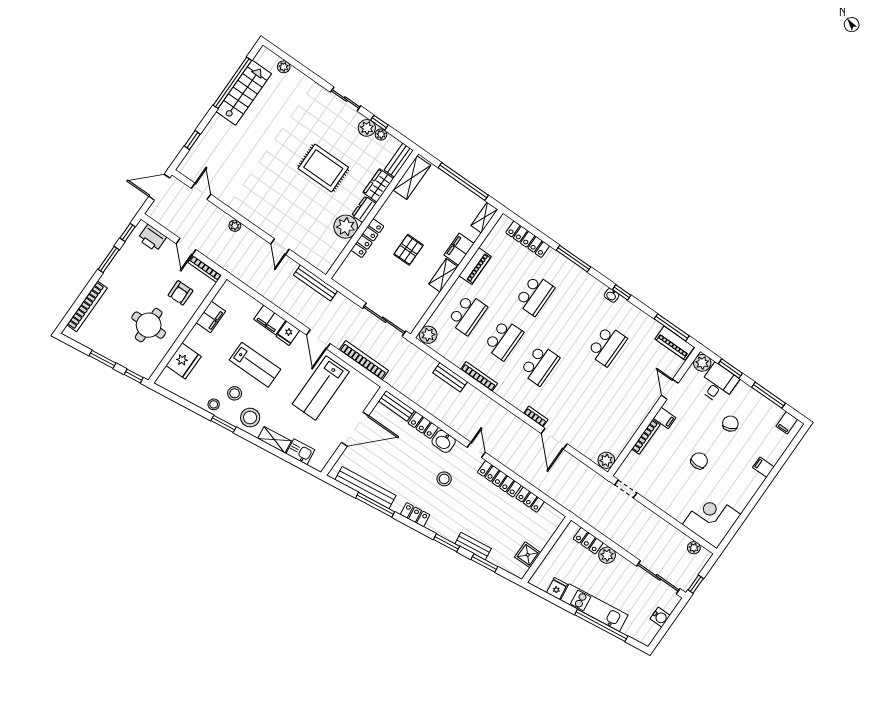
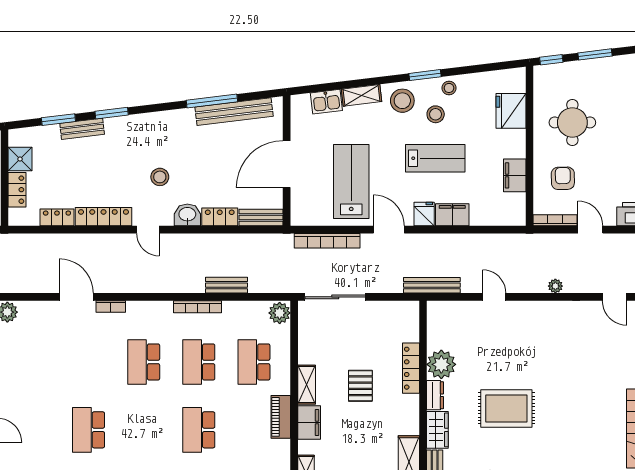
lab bench: (255, 365) -> (435, 158), turned 180
locker: (415, 515) -> (17, 190), moved, turned -83

